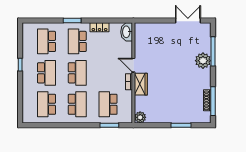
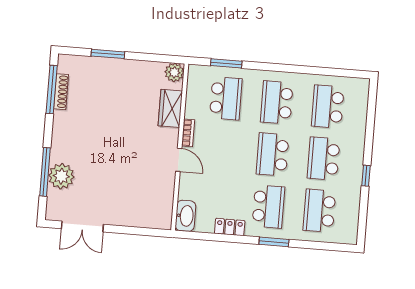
school desk: (46, 41) -> (319, 211), turned 180
plant: (203, 61) -> (61, 176), moved
wardrobe: (141, 84) -> (170, 108), moved
school desk: (46, 104) -> (328, 107), turned 180

